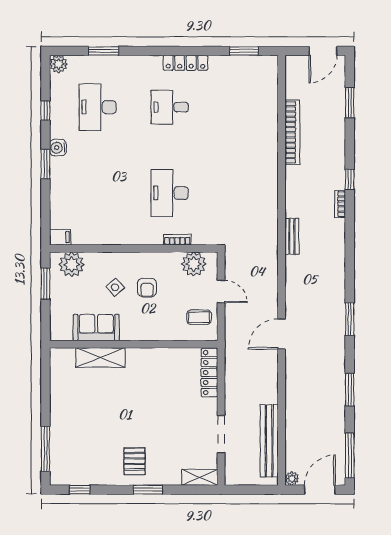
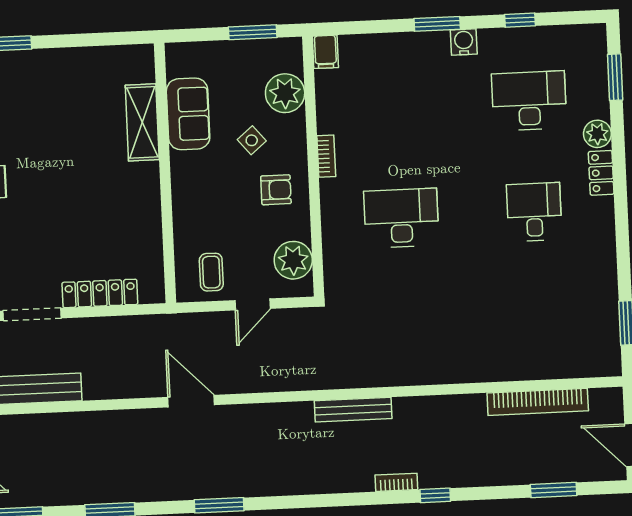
window: (104, 51) -> (615, 77), moved
locker: (185, 63) -> (601, 173), moved, width x0.66
plant: (59, 64) -> (597, 134), moved
bookcase: (292, 132) -> (538, 402), moved
bench: (292, 236) -> (353, 410), width x1.36
bookcase: (177, 240) -> (326, 156), moved
plant: (72, 264) -> (285, 93), moved
armchair: (147, 288) -> (276, 190), moved, turned 180
locker: (209, 373) -> (100, 293), moved

